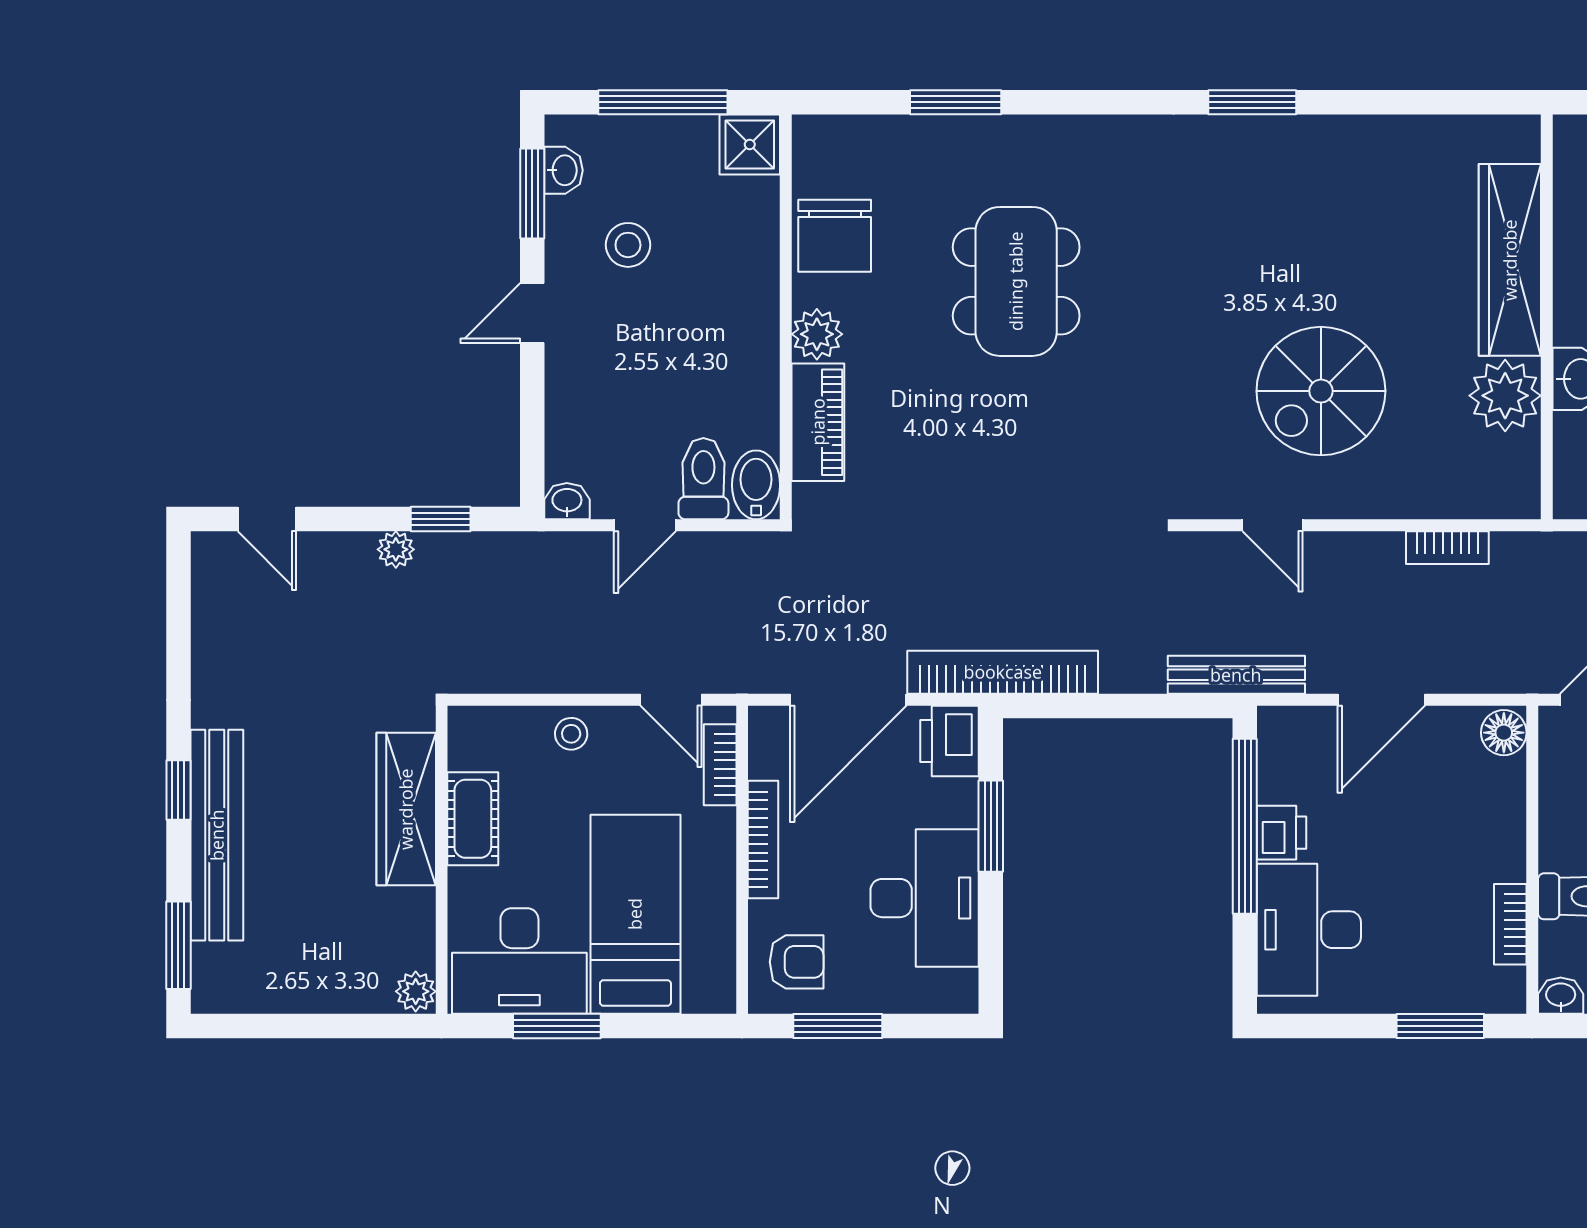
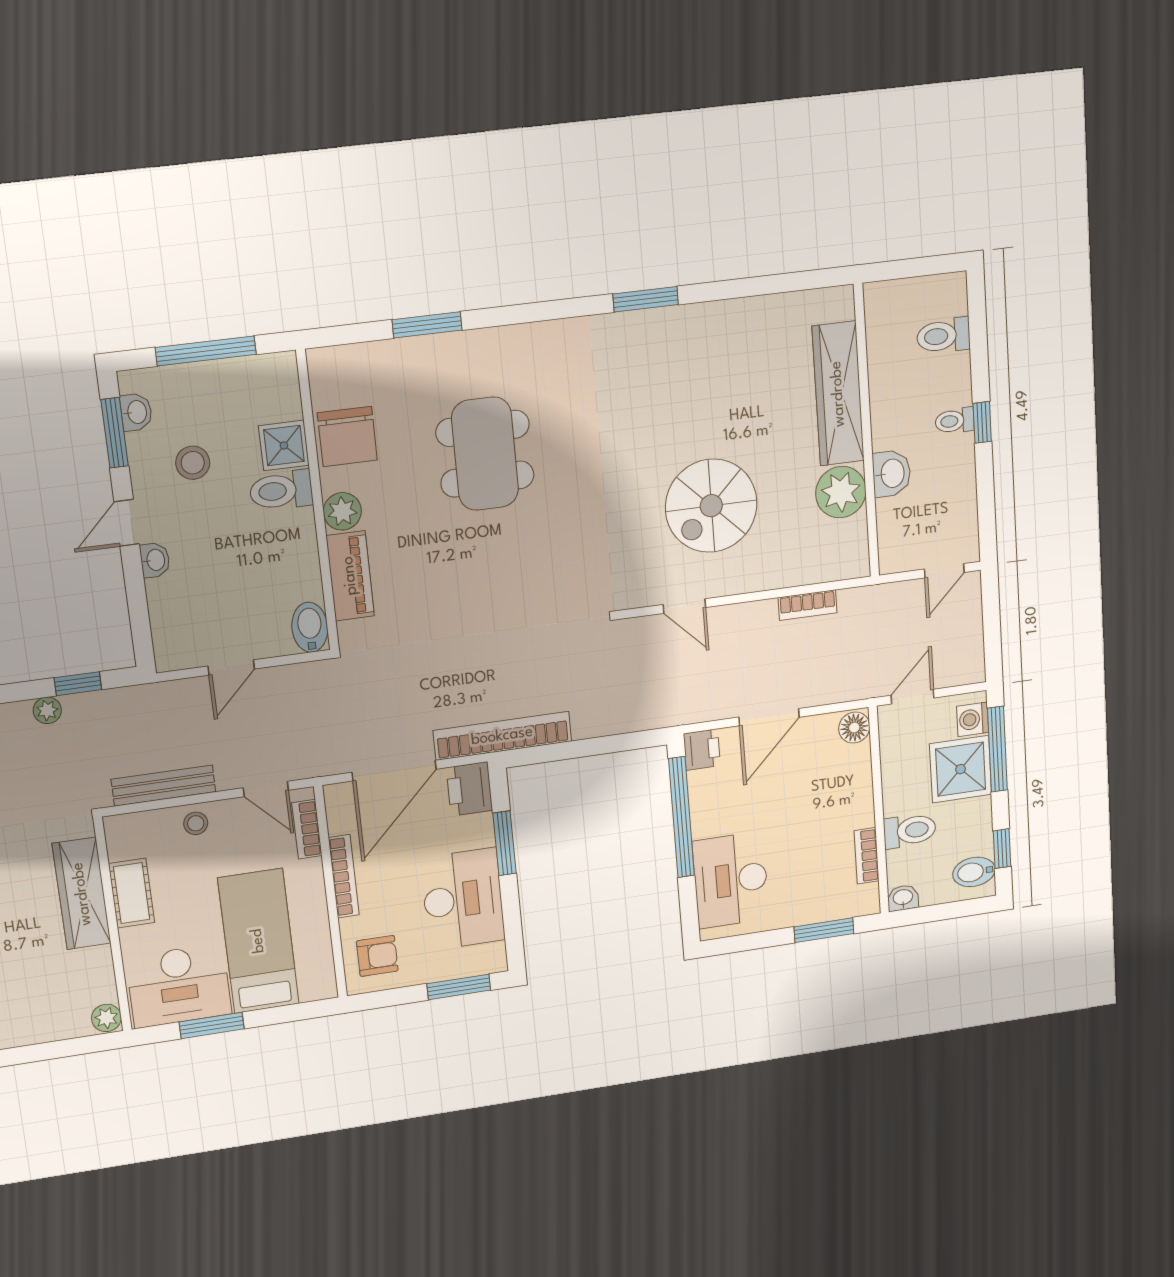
shower: (750, 144) -> (284, 445), moved
toilet: (703, 479) -> (281, 490), moved, turned -90
washbasin: (567, 501) -> (155, 560), moved, turned 90
bench: (1236, 675) -> (164, 786), moved
printer: (1282, 833) -> (702, 750), moved
window: (838, 1026) -> (459, 987), moved

